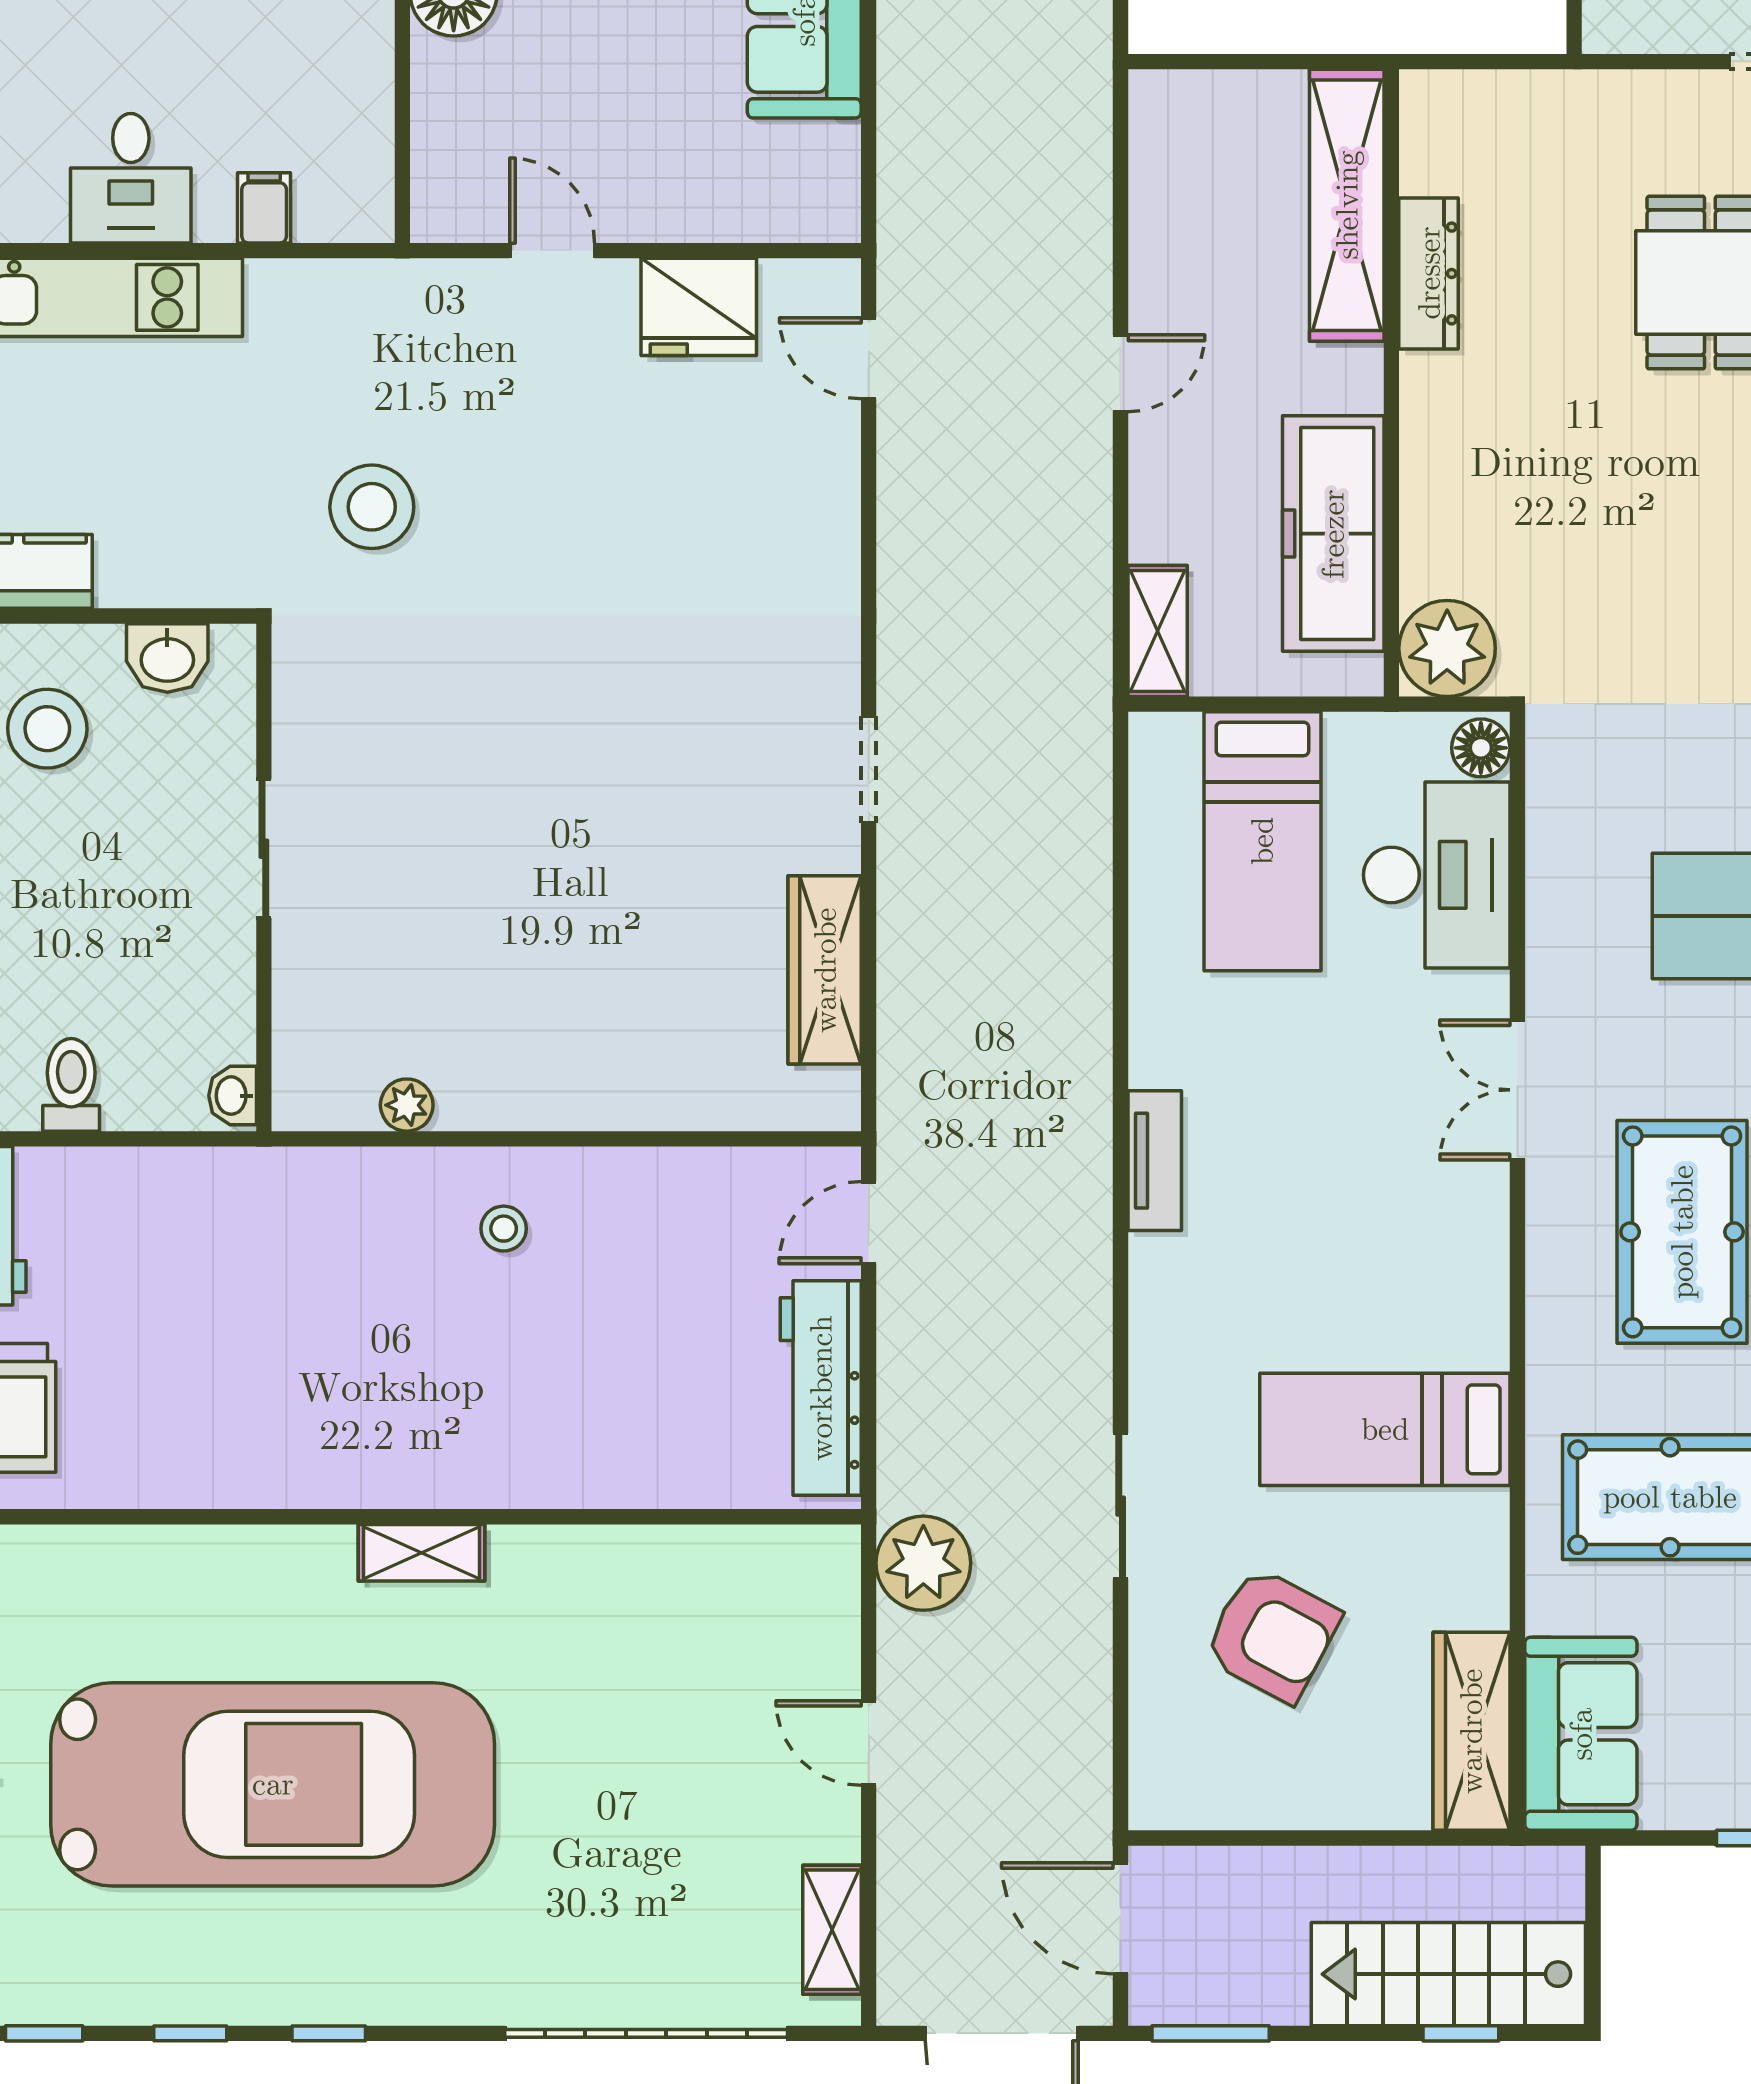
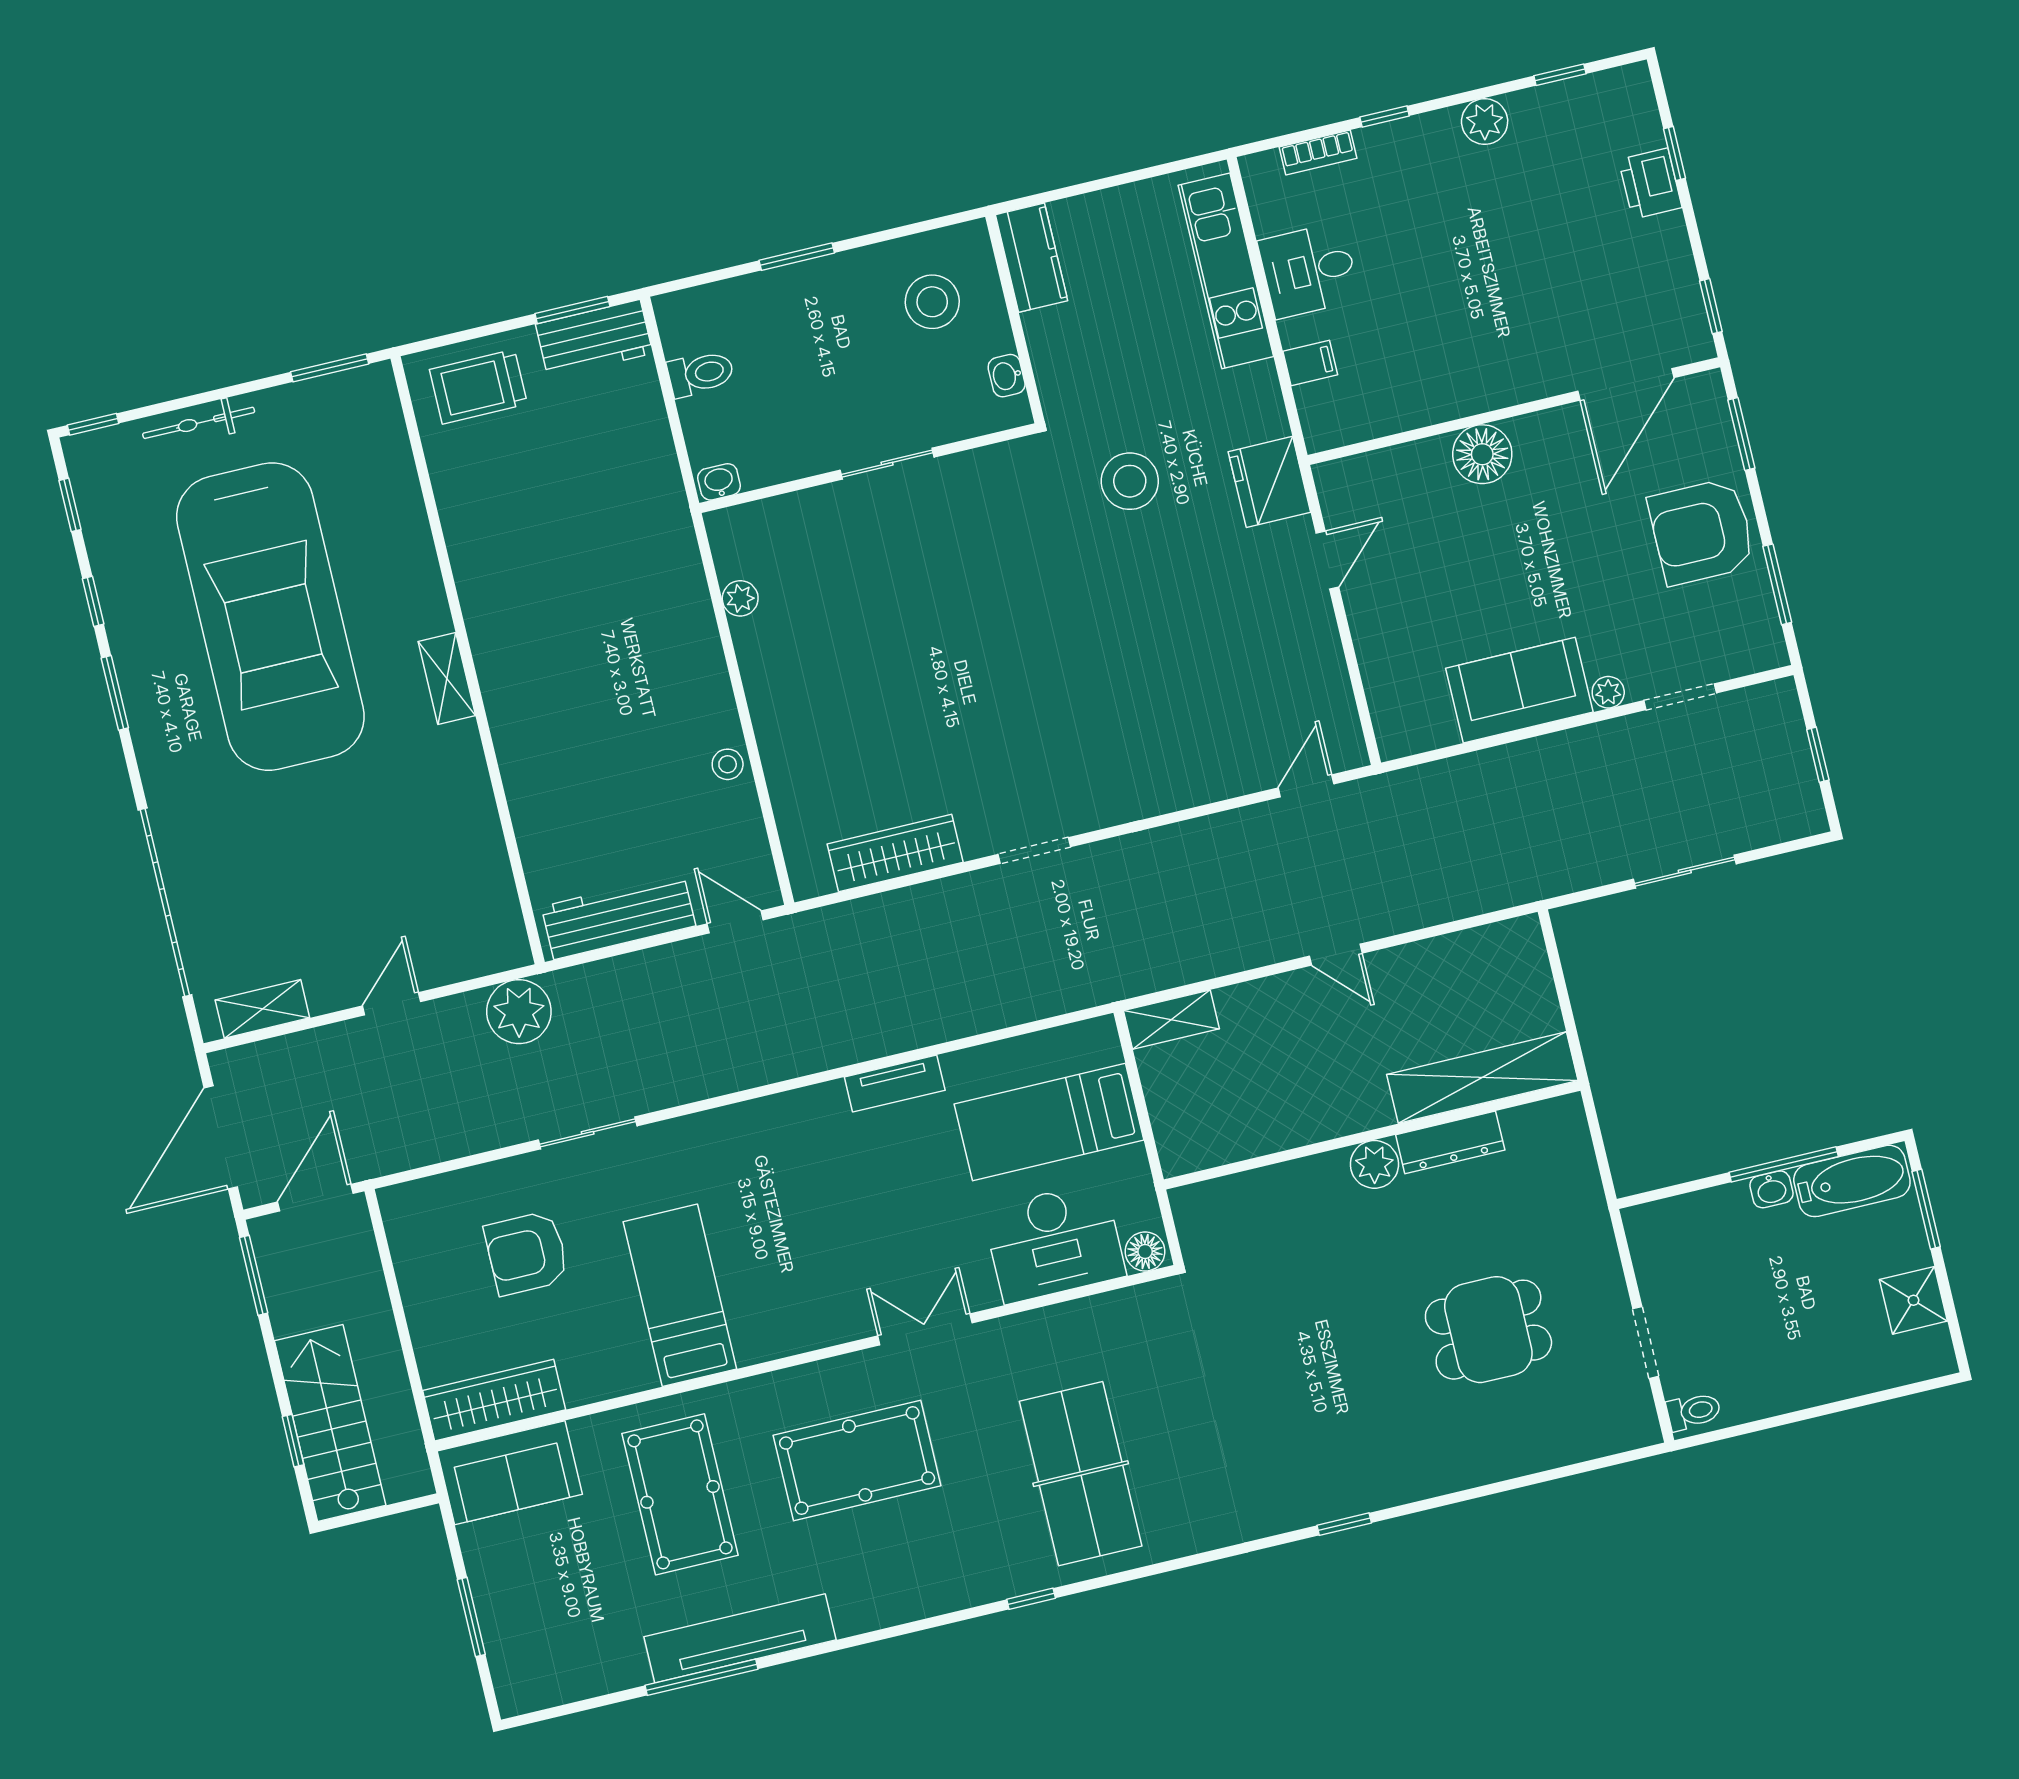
fridge: (699, 307) -> (1269, 482), moved
freezer: (1333, 534) -> (1263, 1120), removed
plant: (1447, 648) -> (1374, 1164), moved, width x0.73, depth x0.73
washbasin: (167, 658) -> (1007, 376), width x0.72, depth x0.69
tv unit: (1155, 1161) -> (895, 1084), moved
stool: (504, 1229) -> (728, 764), moved
armchair: (1272, 1635) -> (527, 1253), turned 62
window: (329, 2033) -> (115, 693), width x1.50

